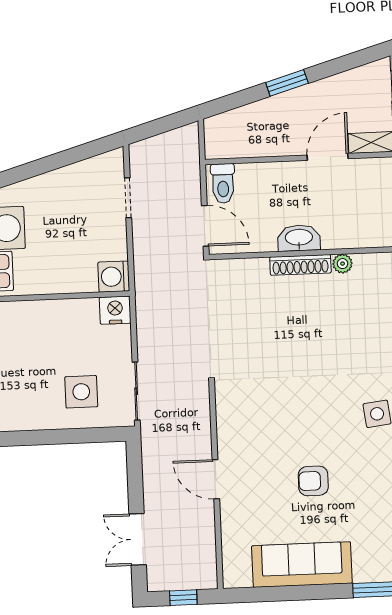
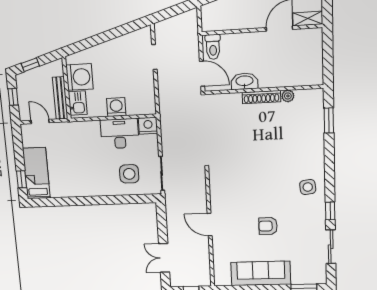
washbasin: (299, 238) -> (244, 81), moved
washing machine: (114, 277) -> (116, 107), moved, turned 90
desk: (67, 323) -> (120, 134), added

